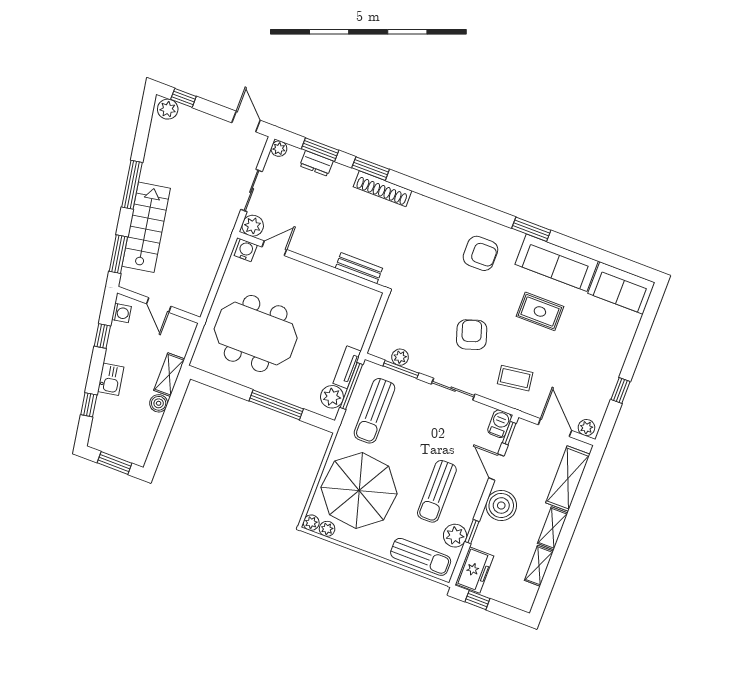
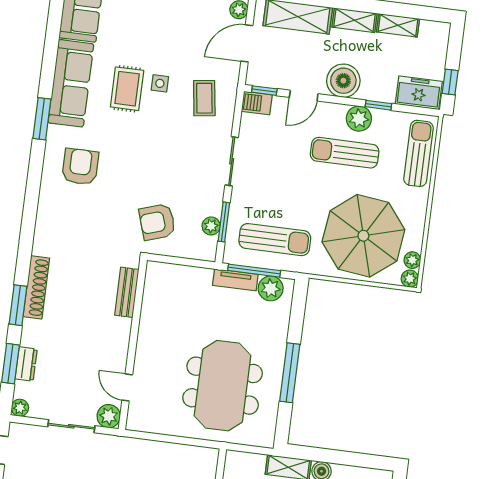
water cooler: (246, 250) -> (137, 417), removed
armchair: (472, 335) -> (157, 222), moved
side table: (538, 342) -> (160, 83), added
window: (276, 405) -> (290, 373), moved
sun lounger: (437, 491) -> (345, 153), turned 180
plant: (455, 536) -> (359, 119), moved

